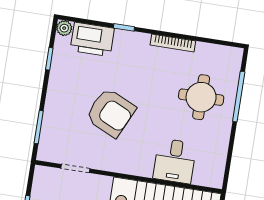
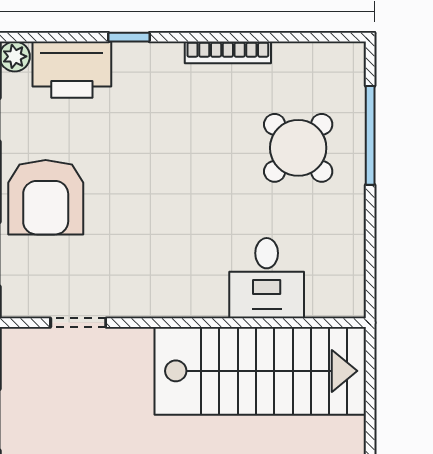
round table: (201, 97) -> (298, 148), turned 45
armchair: (111, 113) -> (46, 197), moved, turned 65

